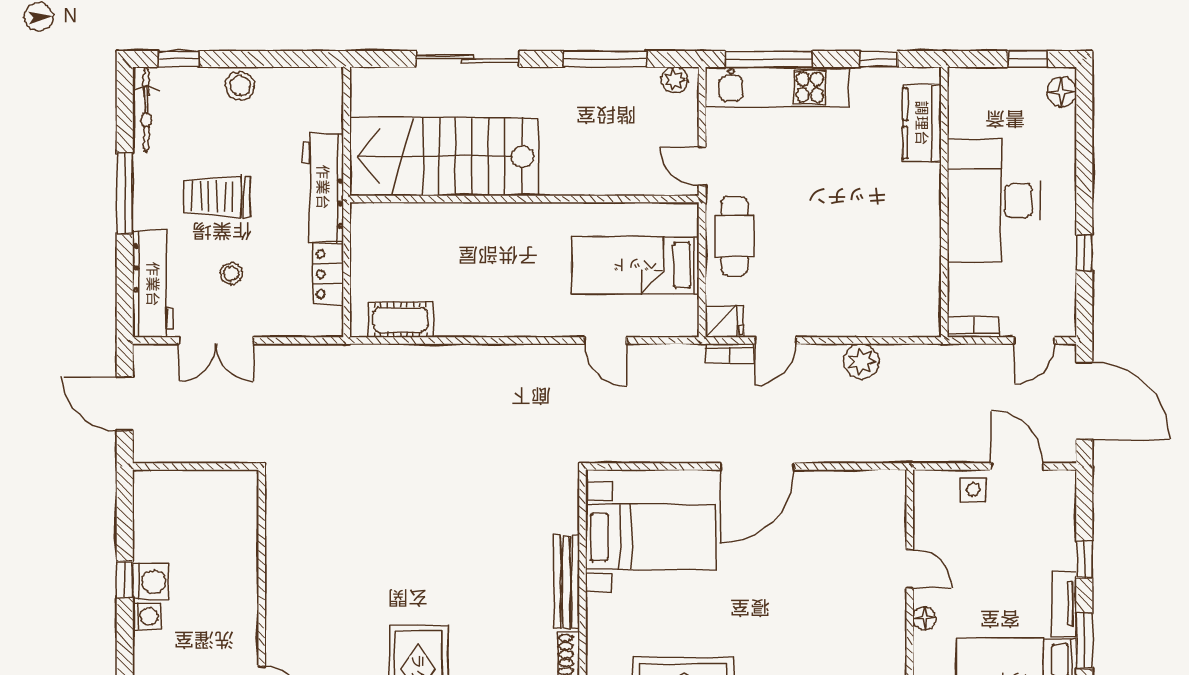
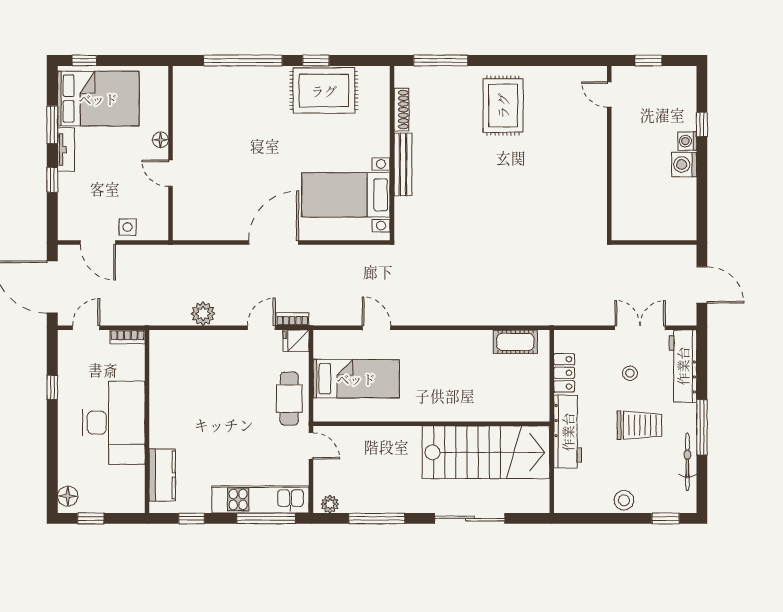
bicycle: (146, 110) -> (687, 462), moved
window: (125, 580) -> (702, 125), moved

